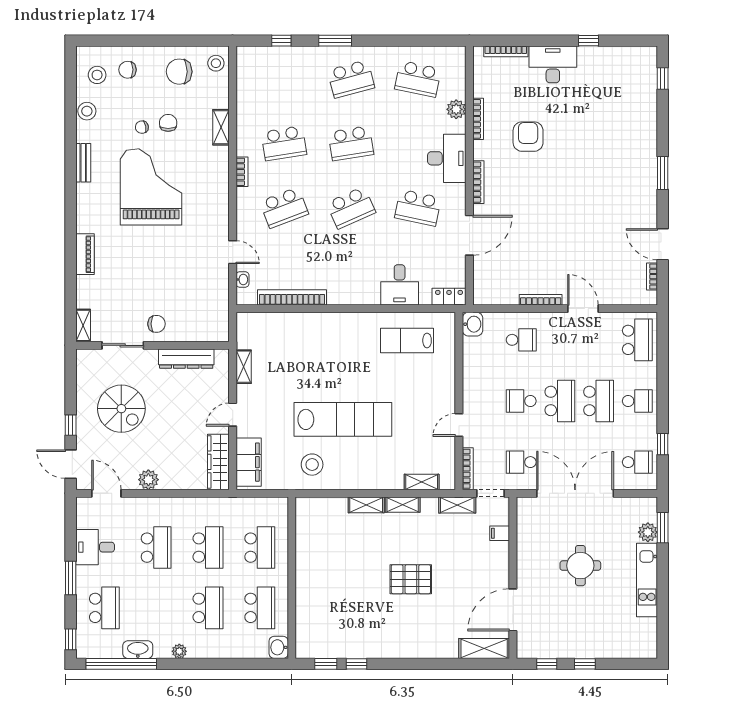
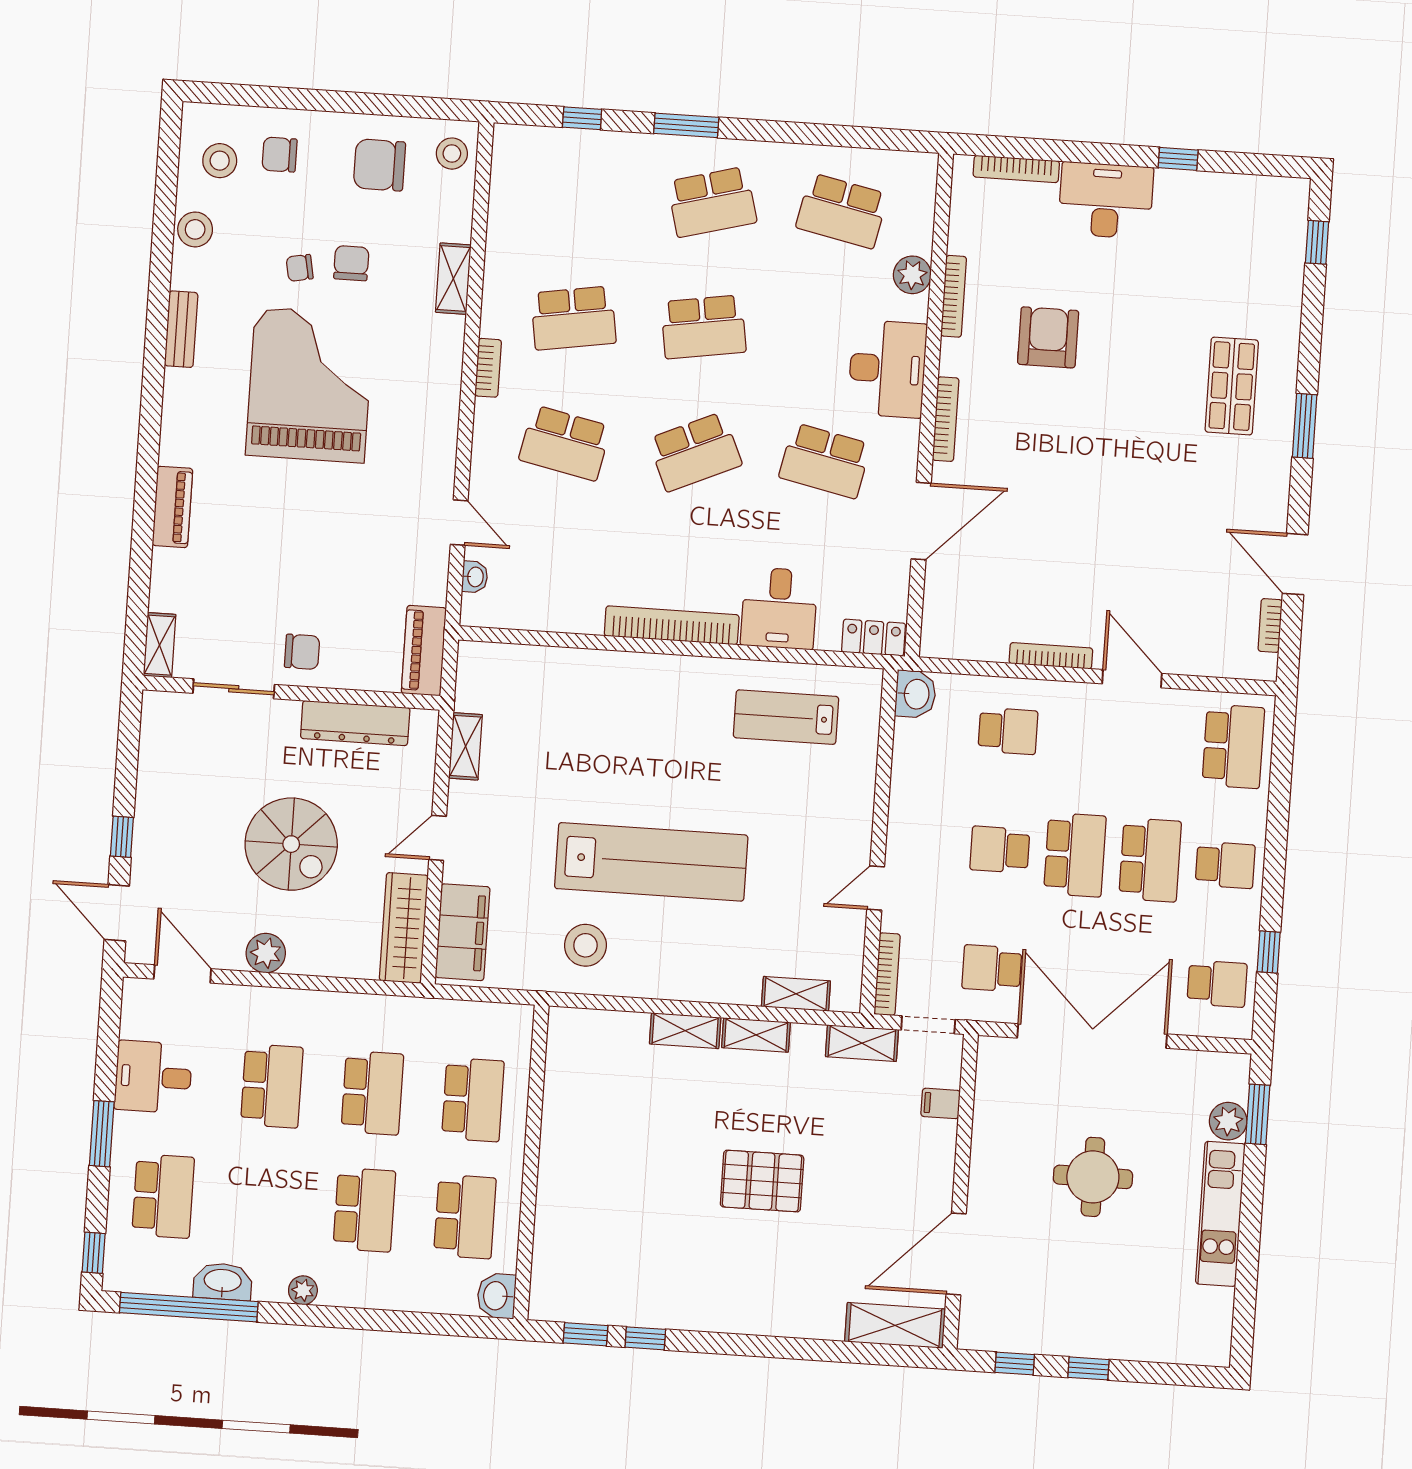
shop shelf: (624, 155) -> (1232, 386), added
school desk: (284, 208) -> (565, 443), turned 33
bookcase: (292, 297) -> (672, 625), moved
piano: (219, 319) -> (424, 651), added
spiral stairs: (121, 409) -> (291, 844), moved

